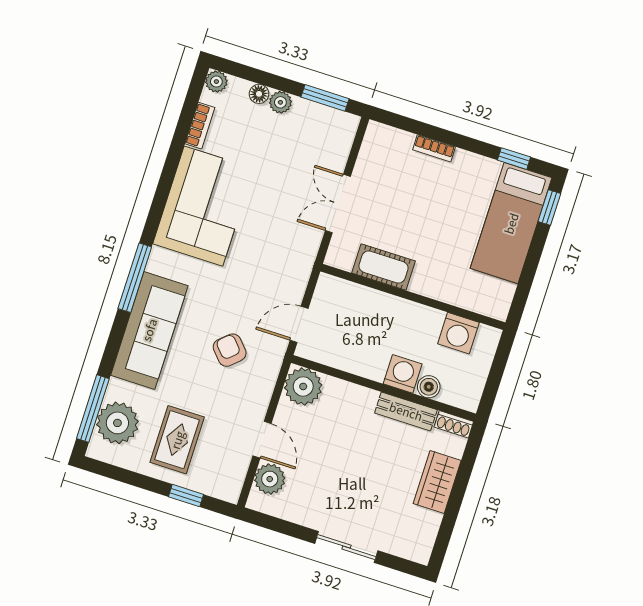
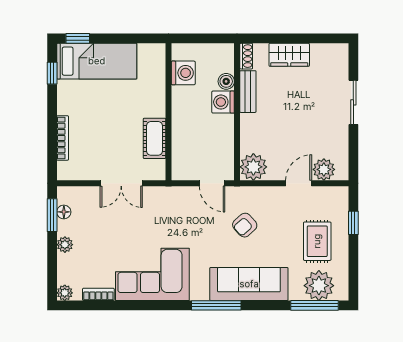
floor lamp: (259, 94) -> (64, 212), moved
bookcase: (434, 148) -> (63, 138), width x1.56
rug: (177, 440) -> (317, 241), turned 90

